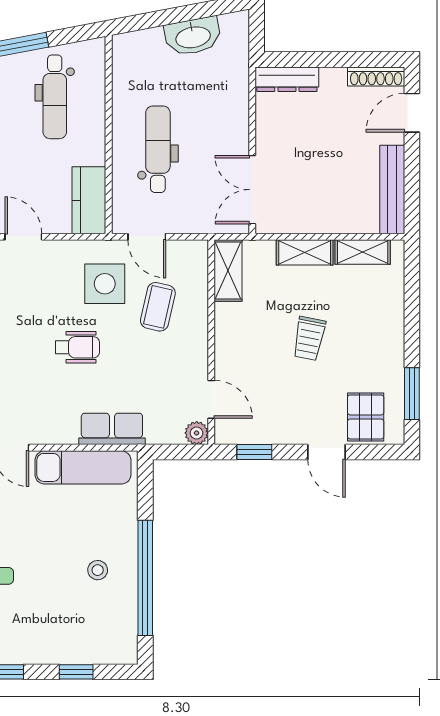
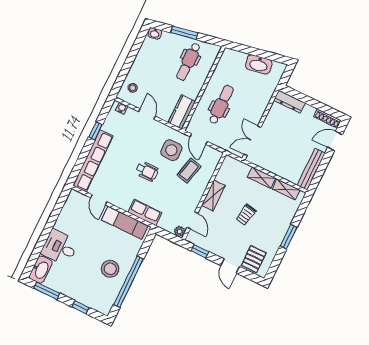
shelving: (228, 271) -> (213, 195), moved
window: (412, 394) -> (289, 237), moved
stool: (98, 570) -> (110, 269), width x1.89, depth x1.89

